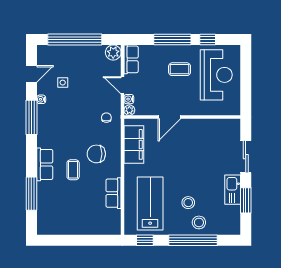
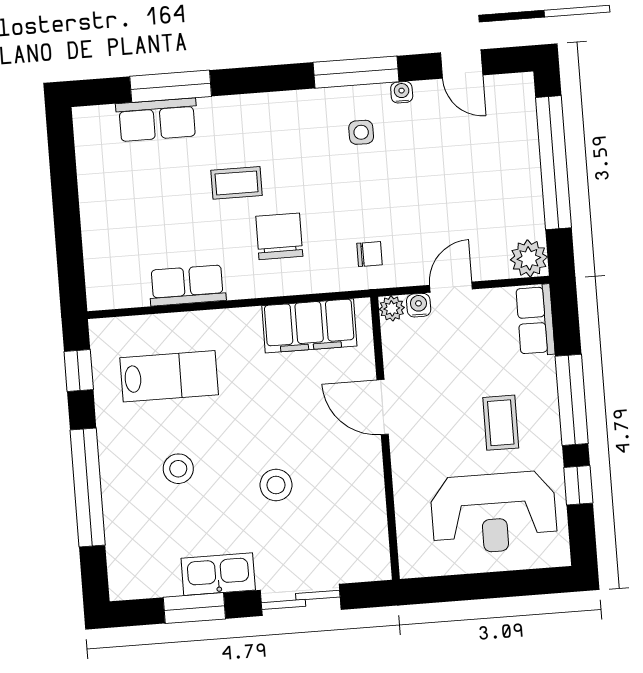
row of seats: (131, 59) -> (535, 320), moved, turned 90
side table: (63, 83) -> (361, 132), moved
row of seats: (45, 164) -> (157, 120), moved
lab bench: (150, 203) -> (169, 376), width x0.73, depth x0.72
stool: (199, 222) -> (276, 485), moved

